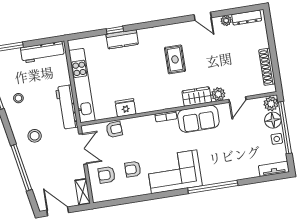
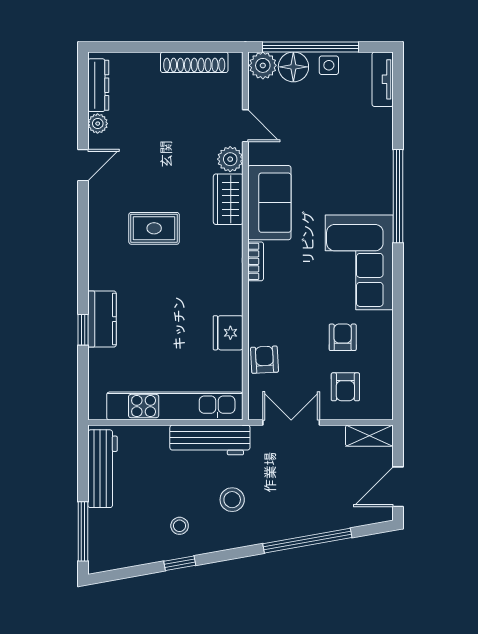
stool: (35, 136) -> (232, 500), moved
armchair: (133, 169) -> (343, 337), turned 180

